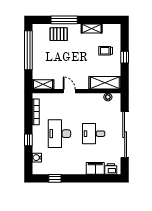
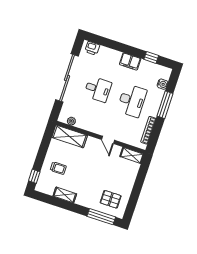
window: (64, 20) -> (101, 217), moved
pallet: (59, 34) -> (111, 199), moved
window: (28, 50) -> (135, 194), removed
window: (125, 57) -> (34, 176), moved
window: (28, 140) -> (165, 105), width x2.17
filing cabinet: (95, 168) -> (130, 61), moved

